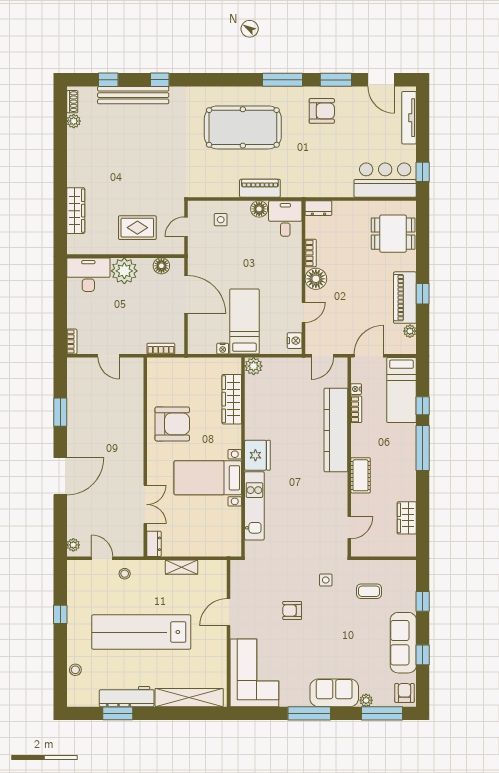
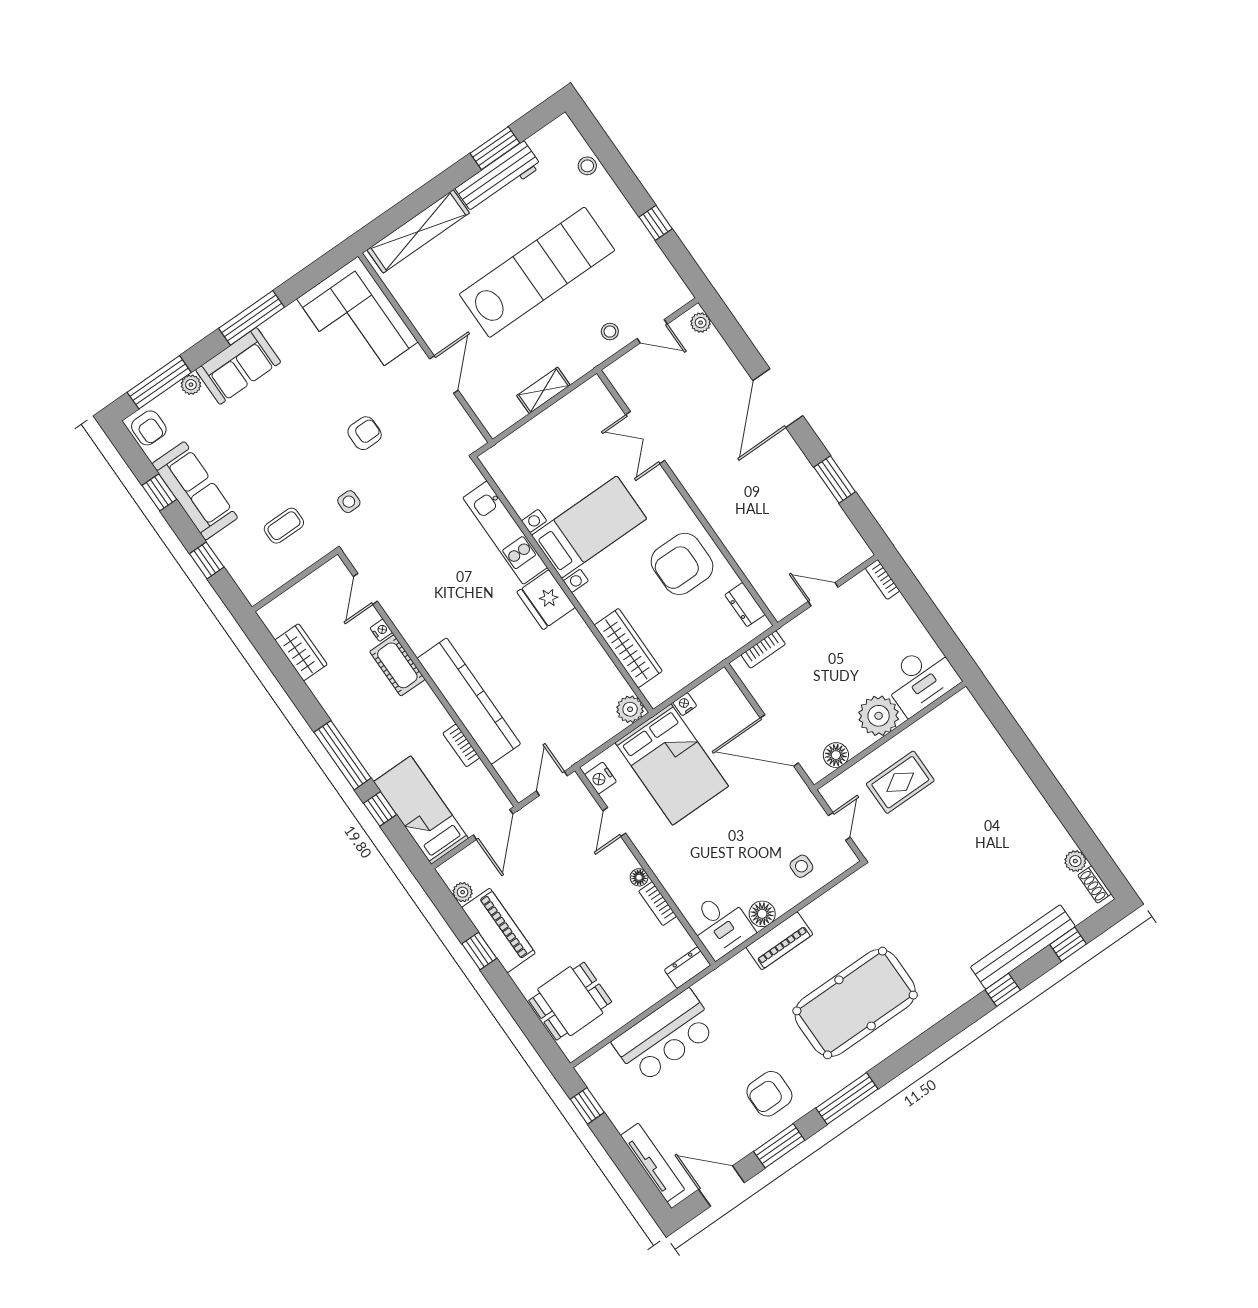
bar counter: (385, 180) -> (665, 1036), moved
wardrobe: (76, 211) -> (994, 749), removed
floor lamp: (316, 279) -> (639, 877), width x0.53, depth x0.53
bed: (244, 321) -> (672, 764), width x1.50
nightstand: (356, 389) -> (381, 630), moved
dresser: (154, 544) -> (745, 605), moved

